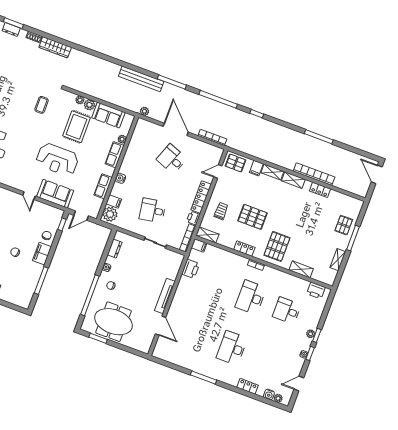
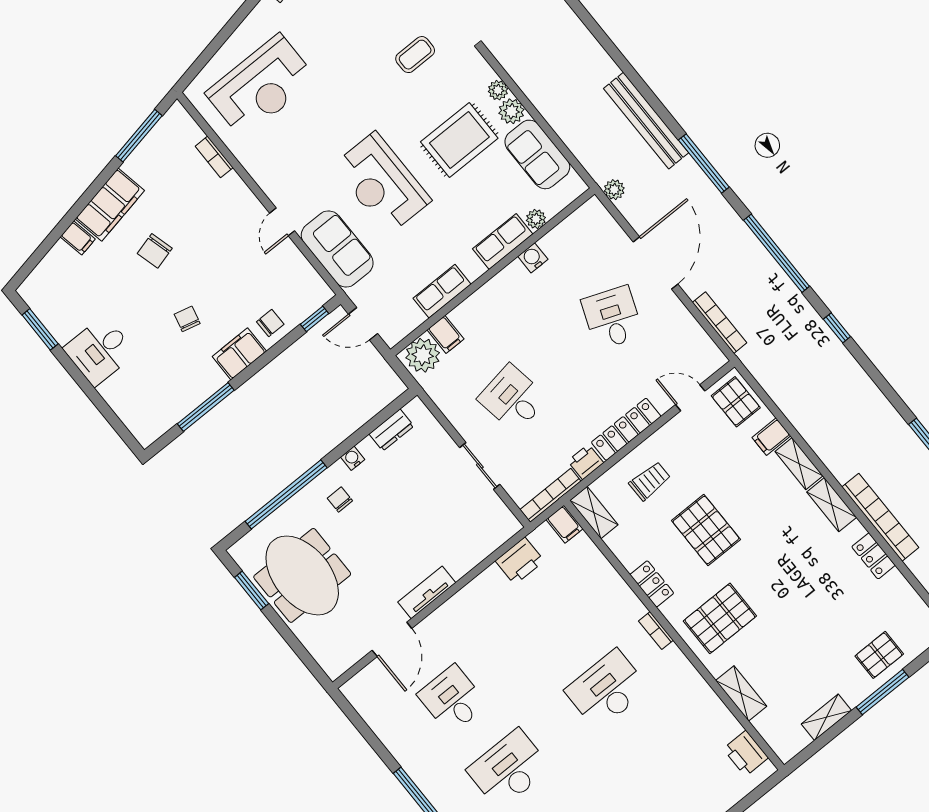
water cooler: (120, 178) -> (533, 258), moved
tv unit: (165, 296) -> (427, 592), width x0.71
desk: (287, 311) -> (452, 699), moved

